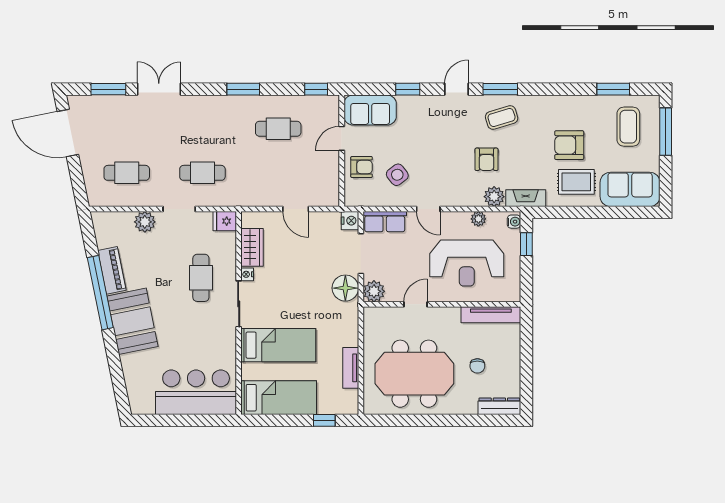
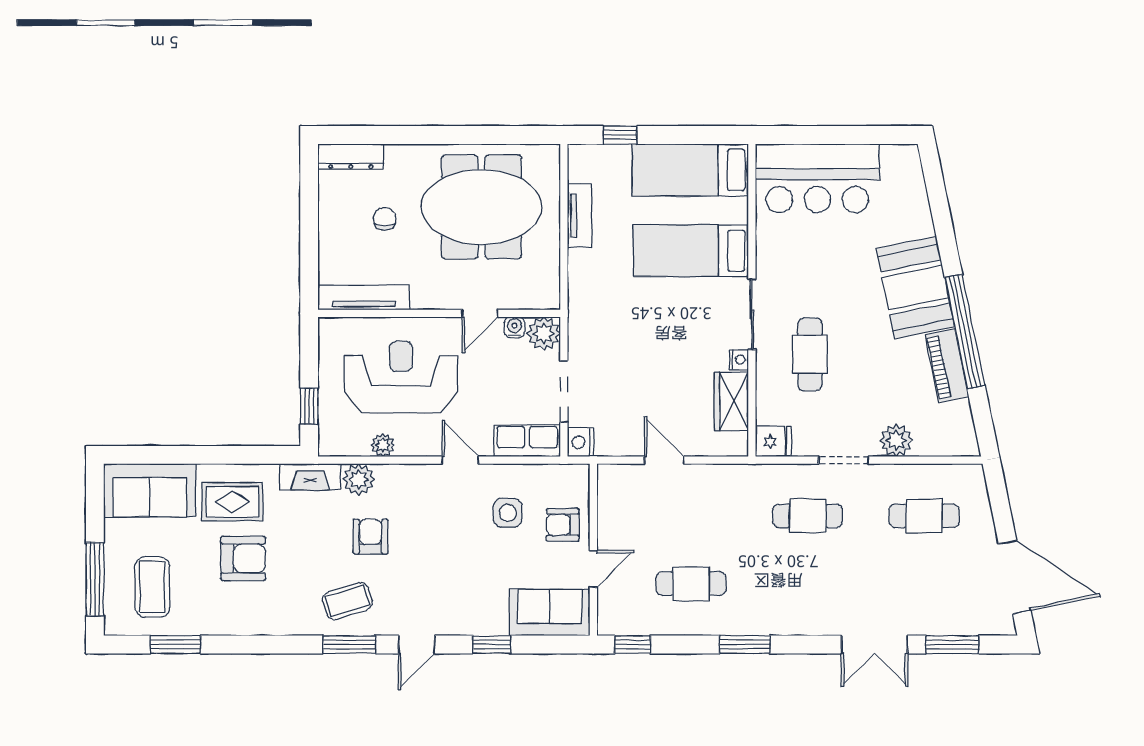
side table: (397, 175) -> (508, 513), turned 38
water cooler: (514, 222) -> (514, 327), moved, turned 90
floor lamp: (345, 288) -> (588, 339), removed

